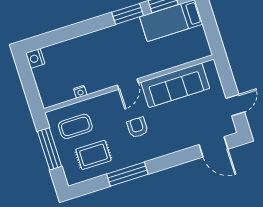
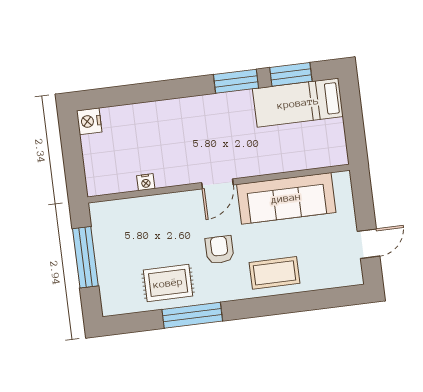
coffee table: (75, 126) -> (274, 273), moved
door: (213, 147) -> (325, 299), removed
rug: (93, 155) -> (168, 283), moved

